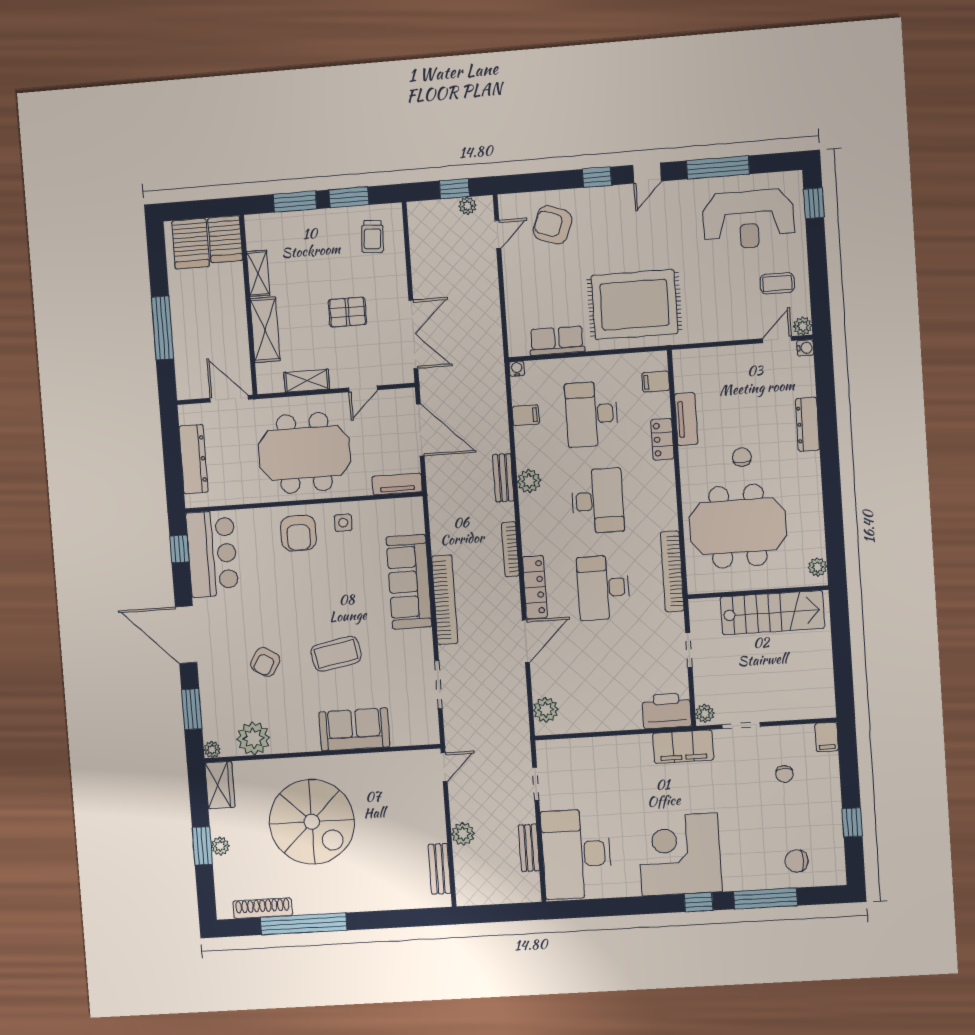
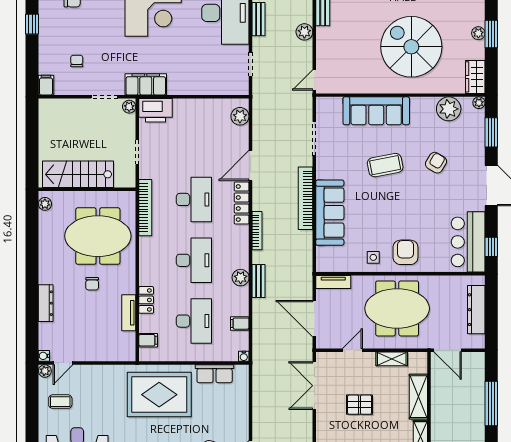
desk: (597, 501) -> (194, 260), turned 180
sofa: (354, 729) -> (376, 111), width x1.36

